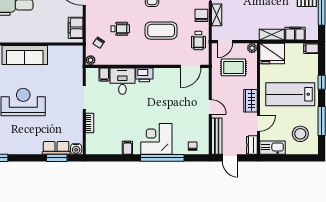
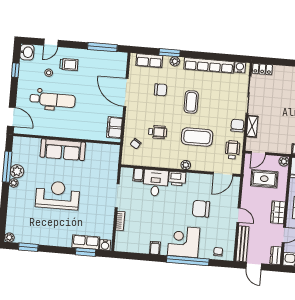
wheelchair: (198, 41) -> (233, 150), turned 180
plant: (91, 60) -> (186, 165), moved
chair: (171, 104) -> (201, 209), added

